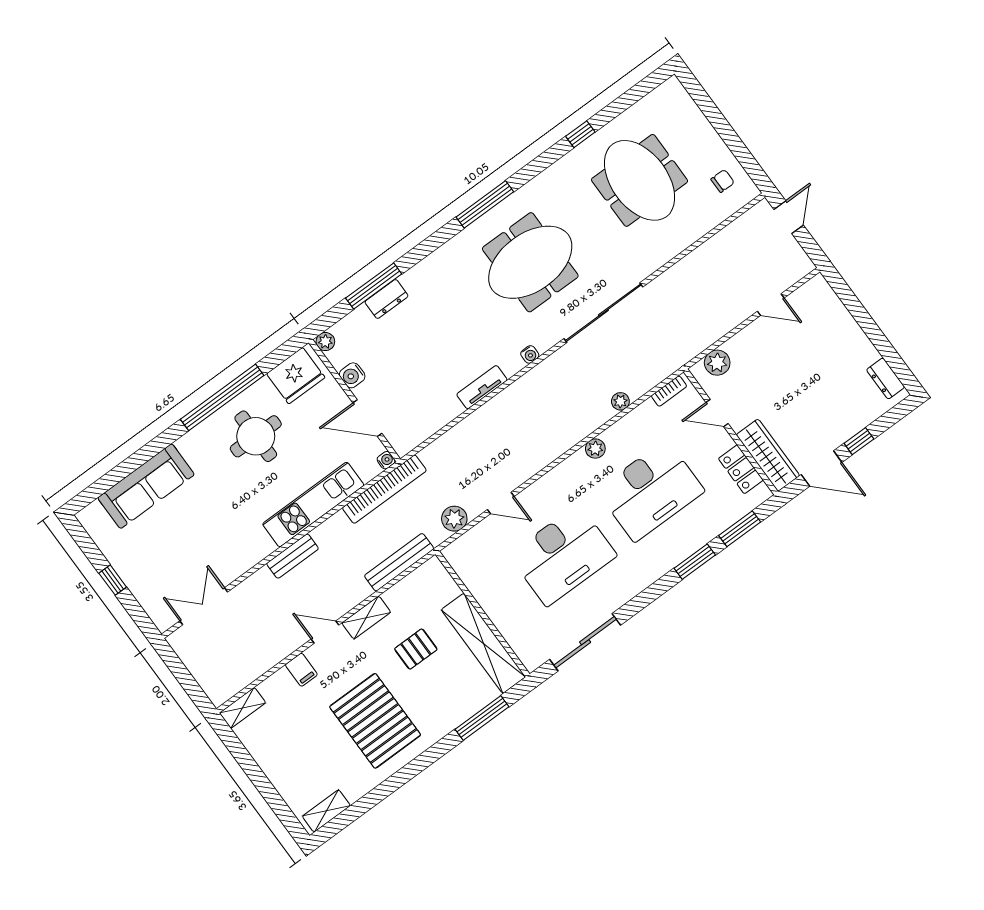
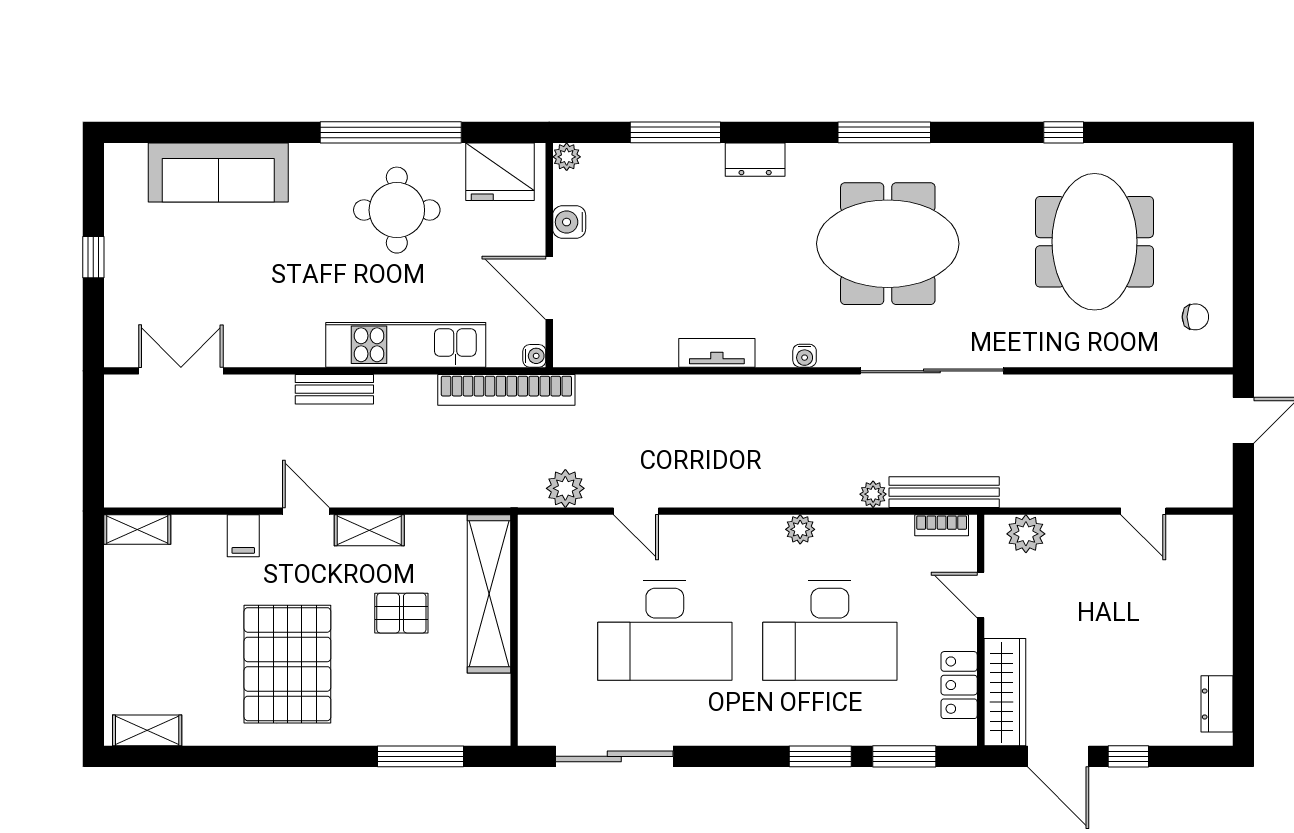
dresser: (386, 299) -> (755, 160), moved
bench: (399, 562) -> (944, 492), moved
shelving: (483, 643) -> (489, 594), moved

